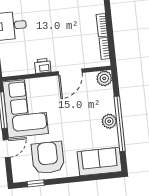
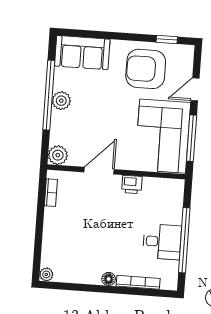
bookcase: (102, 25) -> (49, 222), removed
armchair: (48, 158) -> (146, 69), turned 90

